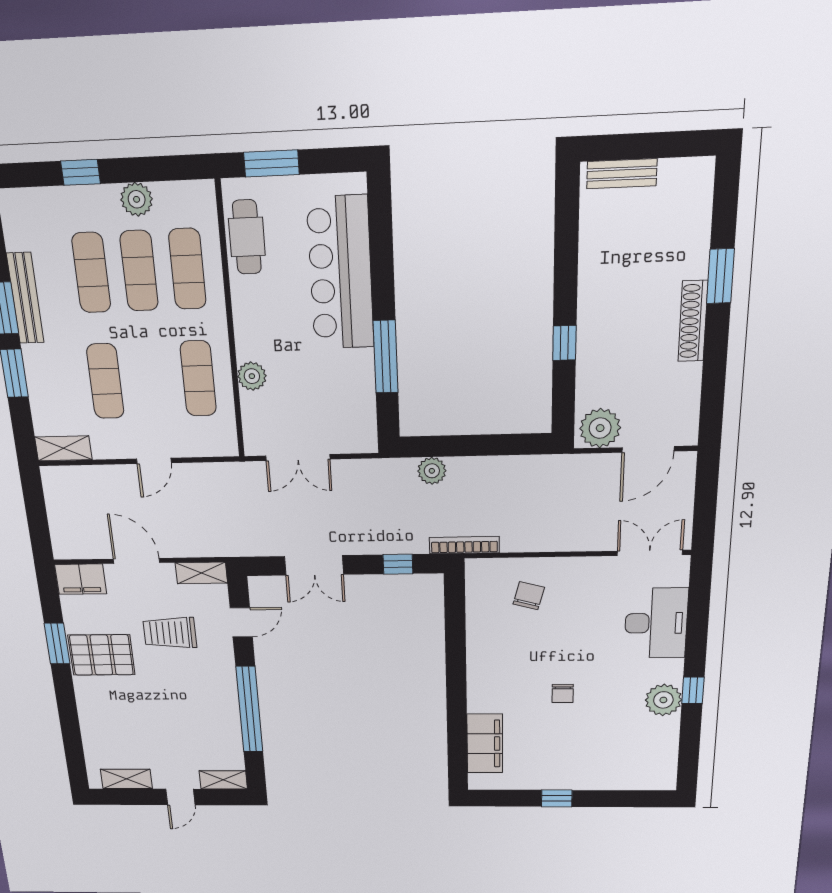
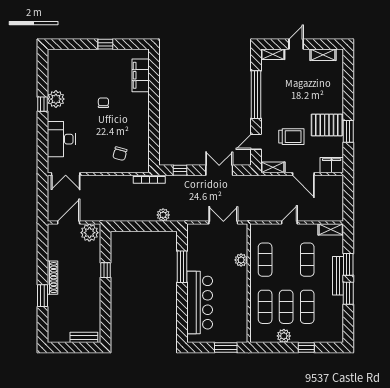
cafe table: (247, 237) -> (238, 319), removed
bench: (25, 298) -> (338, 276), moved

